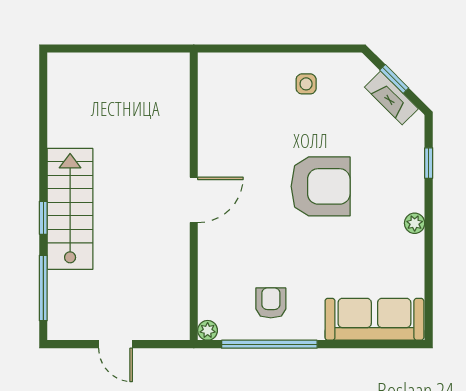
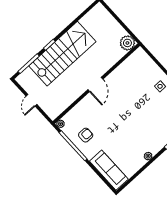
plant: (171, 71) -> (127, 43), added
armchair: (321, 186) -> (134, 118), removed
door: (194, 200) -> (95, 84), hinge flipped
stairs: (70, 209) -> (62, 54), width x1.36, depth x1.51

